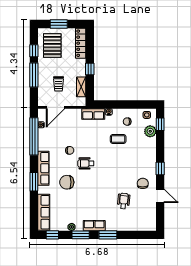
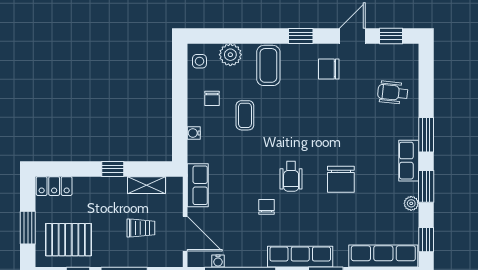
locker: (81, 43) -> (54, 186), width x0.66
row of seats: (93, 114) -> (198, 185), moved
window: (160, 124) -> (391, 36), moved
coffee table: (145, 151) -> (268, 65), added
chair: (67, 182) -> (341, 179), moved
wheelchair: (124, 201) -> (393, 93), moved

